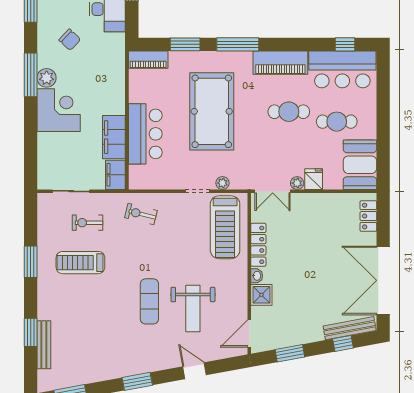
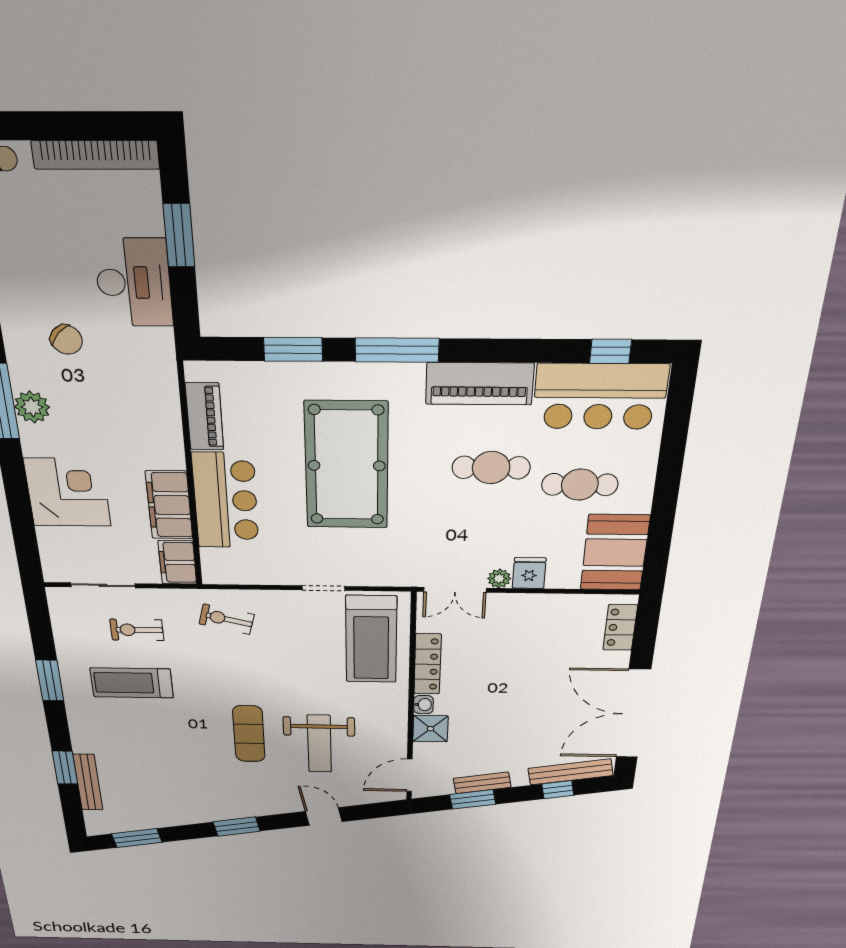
piano: (148, 60) -> (205, 417), moved, turned -90
corner desk: (59, 110) -> (67, 492), moved
plant: (222, 183) -> (367, 577), removed
bench: (295, 339) -> (482, 783), added

